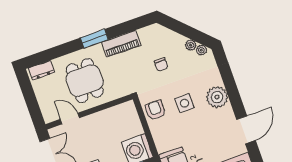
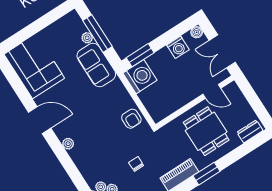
plant: (217, 97) -> (68, 144), width x0.53, depth x0.53
side table: (184, 103) -> (105, 132), removed
door: (246, 130) -> (40, 120), swing flipped

